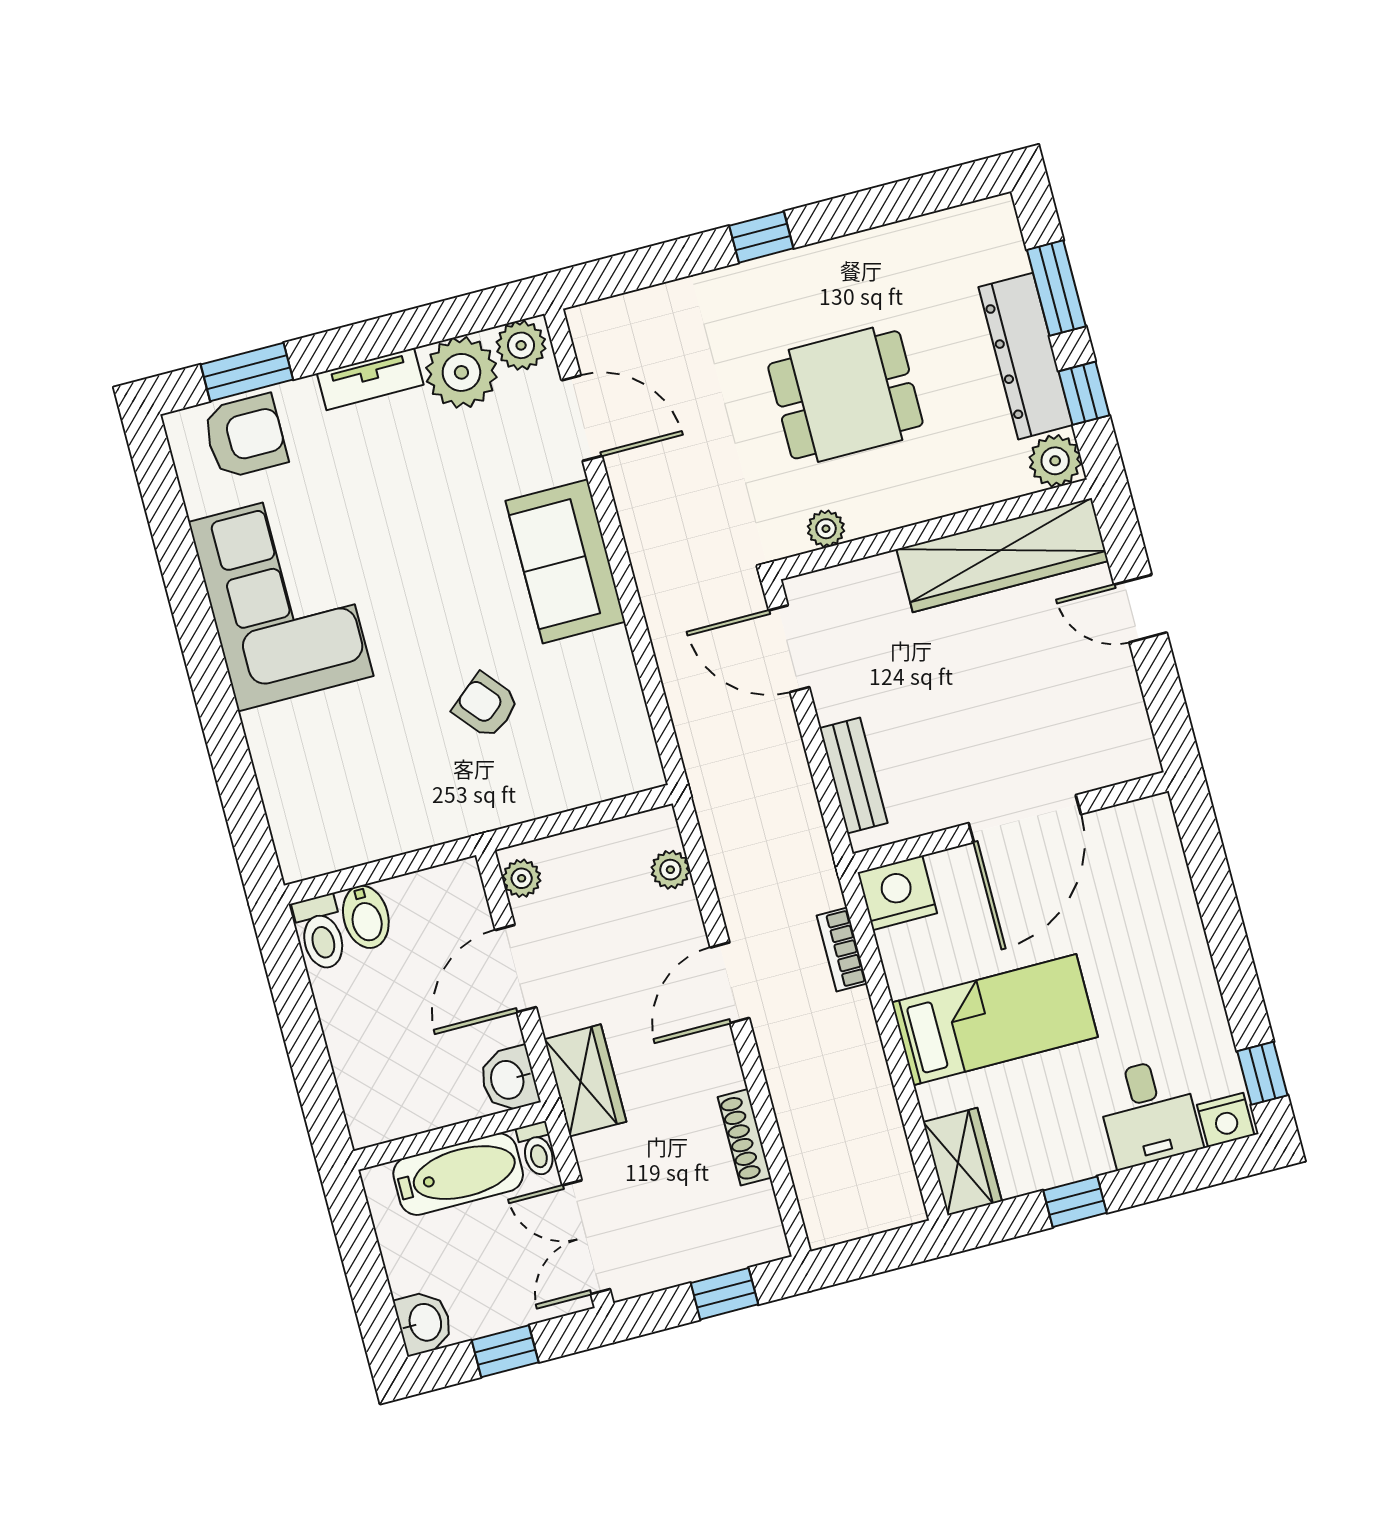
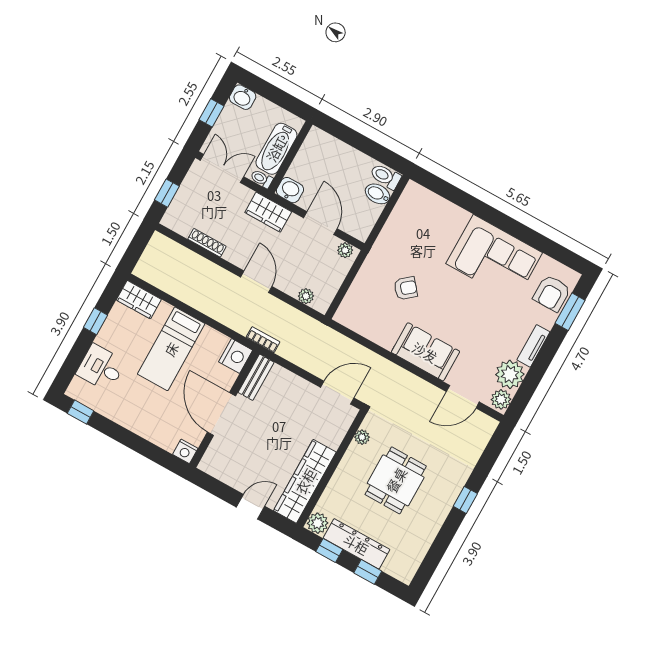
window: (1056, 288) -> (368, 572), width x0.67
bench: (854, 775) -> (256, 377), moved, turned 90
bookcase: (842, 949) -> (263, 340), moved
nightstand: (1226, 1120) -> (185, 451), moved, turned -90

